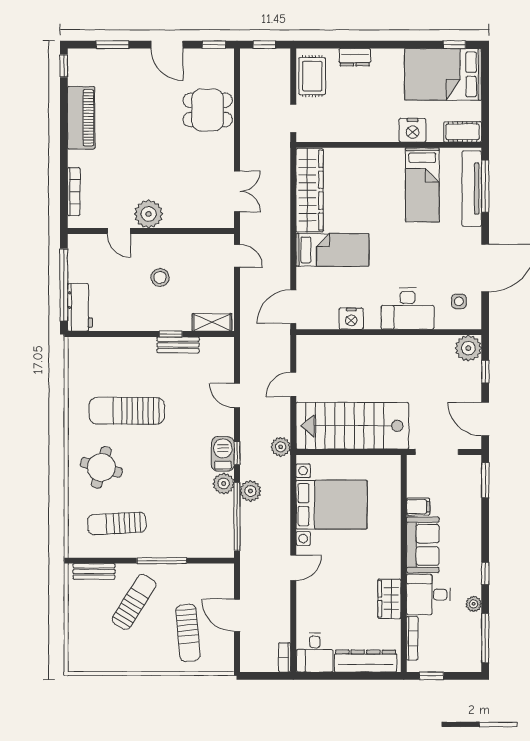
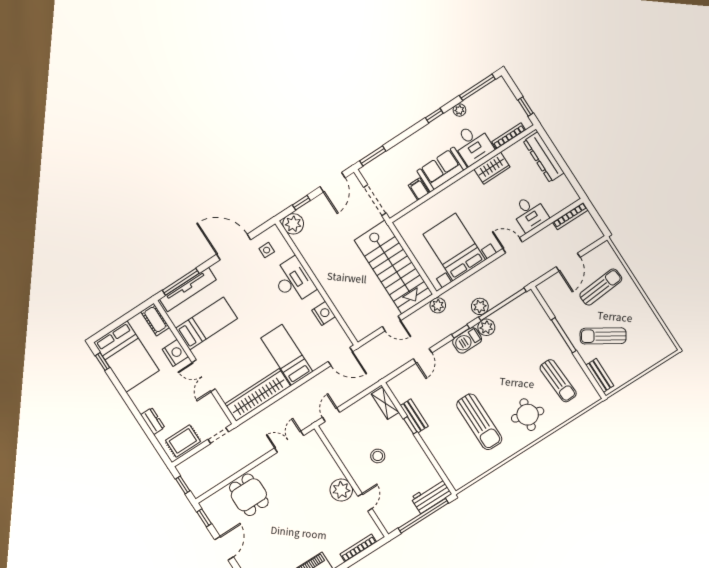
double door: (368, 145) -> (204, 376), added
desk: (315, 653) -> (530, 213), moved, turned 90
bookcase: (285, 657) -> (570, 216), width x1.56

